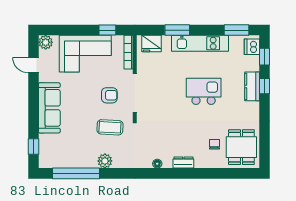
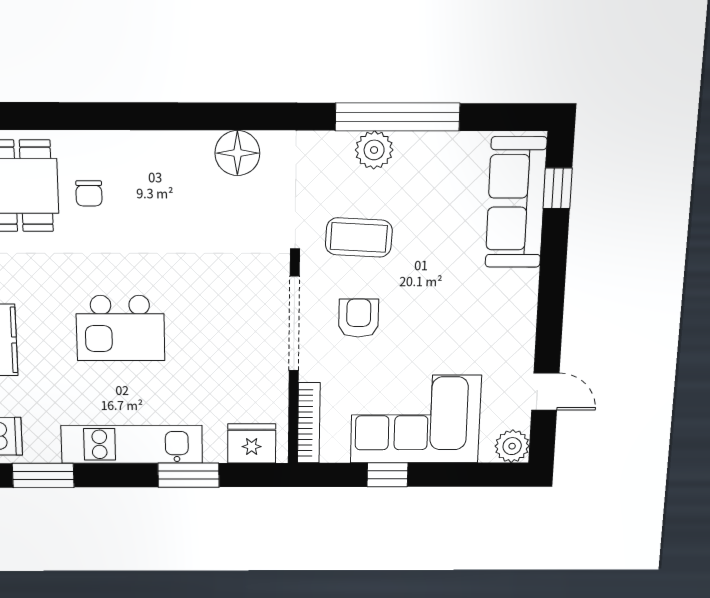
window: (107, 30) -> (387, 475), moved
armchair: (109, 95) -> (359, 318), turned 90
sofa: (49, 108) -> (516, 203), moved
dresser: (183, 162) -> (169, 145), removed
floor lamp: (157, 164) -> (237, 153), width x1.89, depth x1.89
window: (76, 173) -> (398, 117), moved

